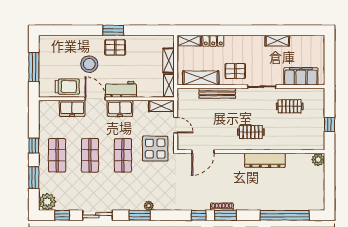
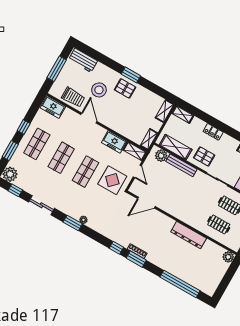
locker: (213, 41) -> (213, 132), moved
shelving: (169, 60) -> (165, 111), moved
workbench: (121, 89) -> (83, 60), moved, turned 180
plant: (191, 95) -> (161, 156), added
freezer: (72, 108) -> (53, 107), moved
freezer: (120, 108) -> (114, 142), moved
clothes rail: (251, 132) -> (219, 224), moved

